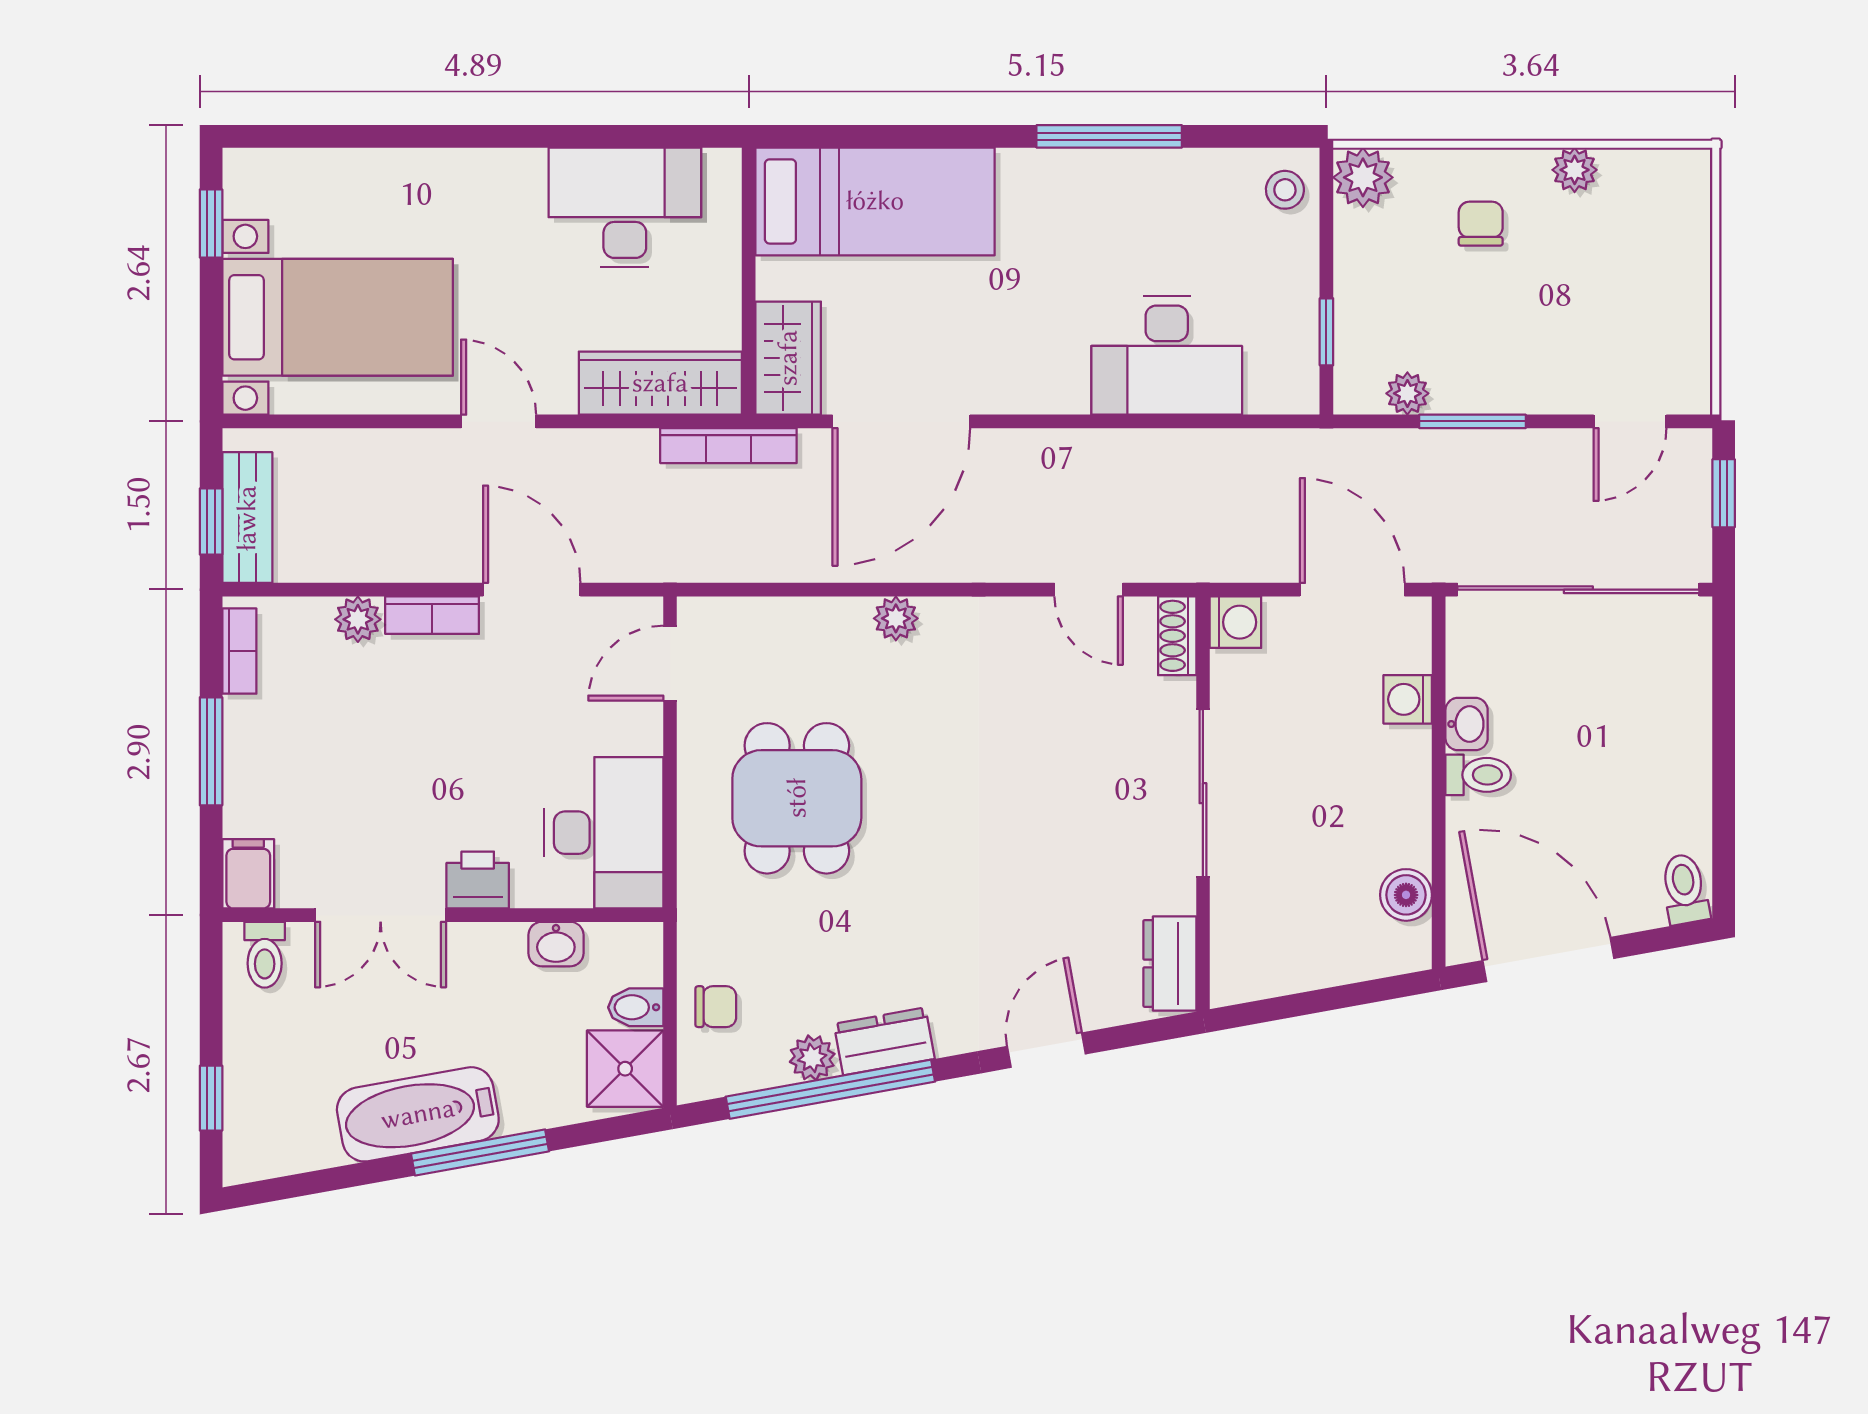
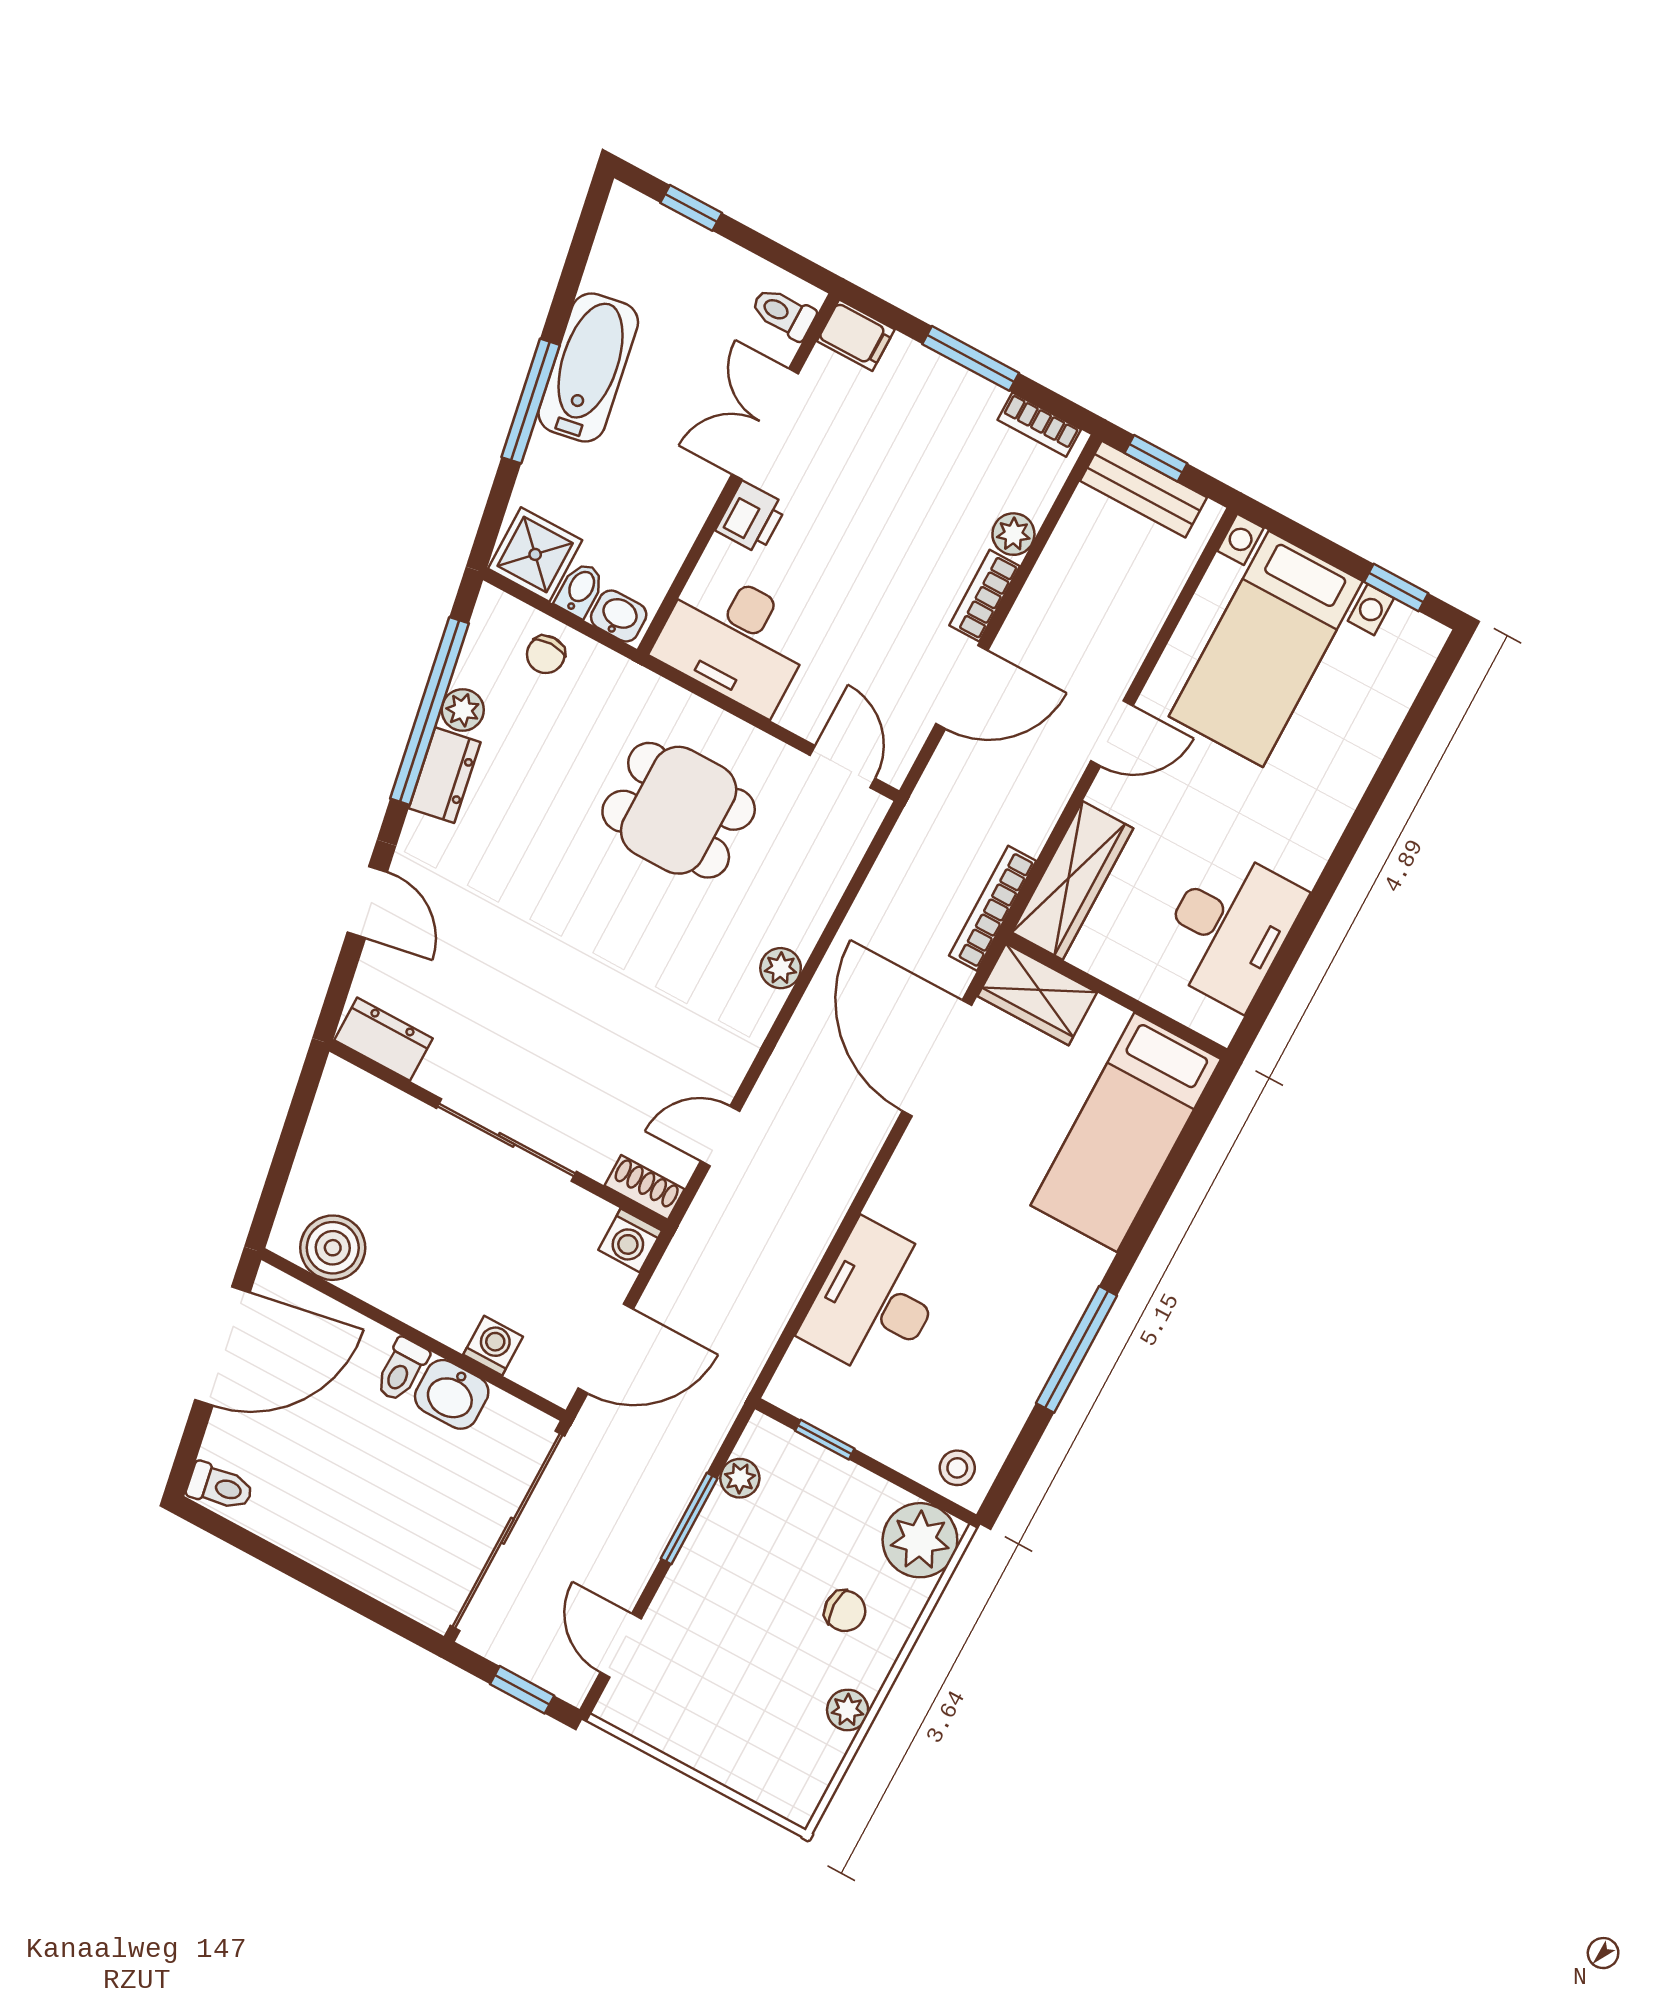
plant: (1363, 177) -> (920, 1540), width x1.36, depth x1.36
washbasin: (1467, 724) -> (452, 1394), width x1.38, depth x1.45
boiler: (1406, 895) -> (333, 1248), width x1.36, depth x1.36
washbasin: (556, 944) -> (619, 616), moved, turned 90

